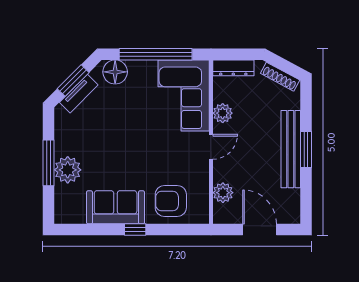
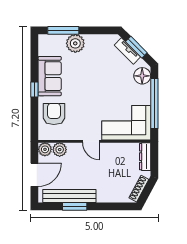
plant: (223, 113) -> (45, 149), moved
bench: (291, 149) -> (69, 196), moved
window: (306, 149) -> (75, 206), moved
window: (49, 163) -> (63, 30), moved

